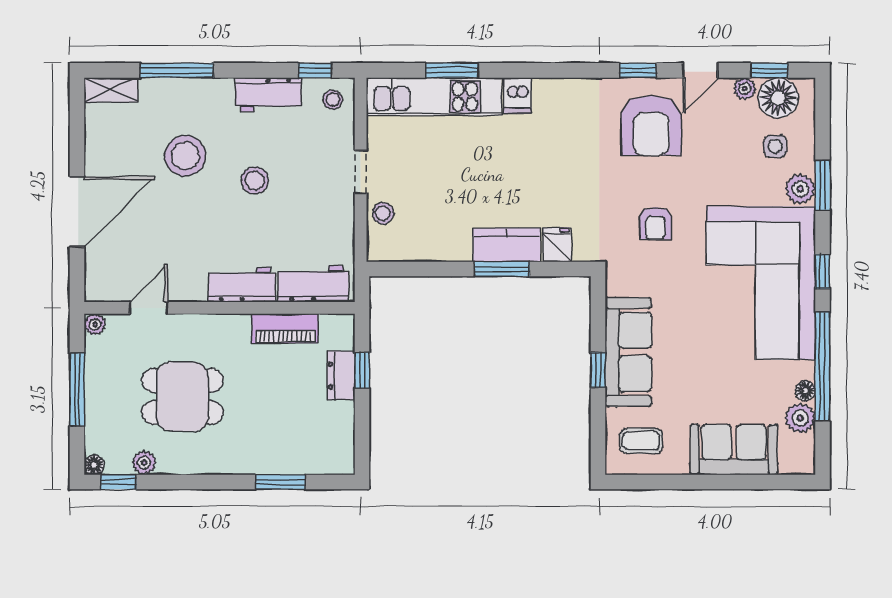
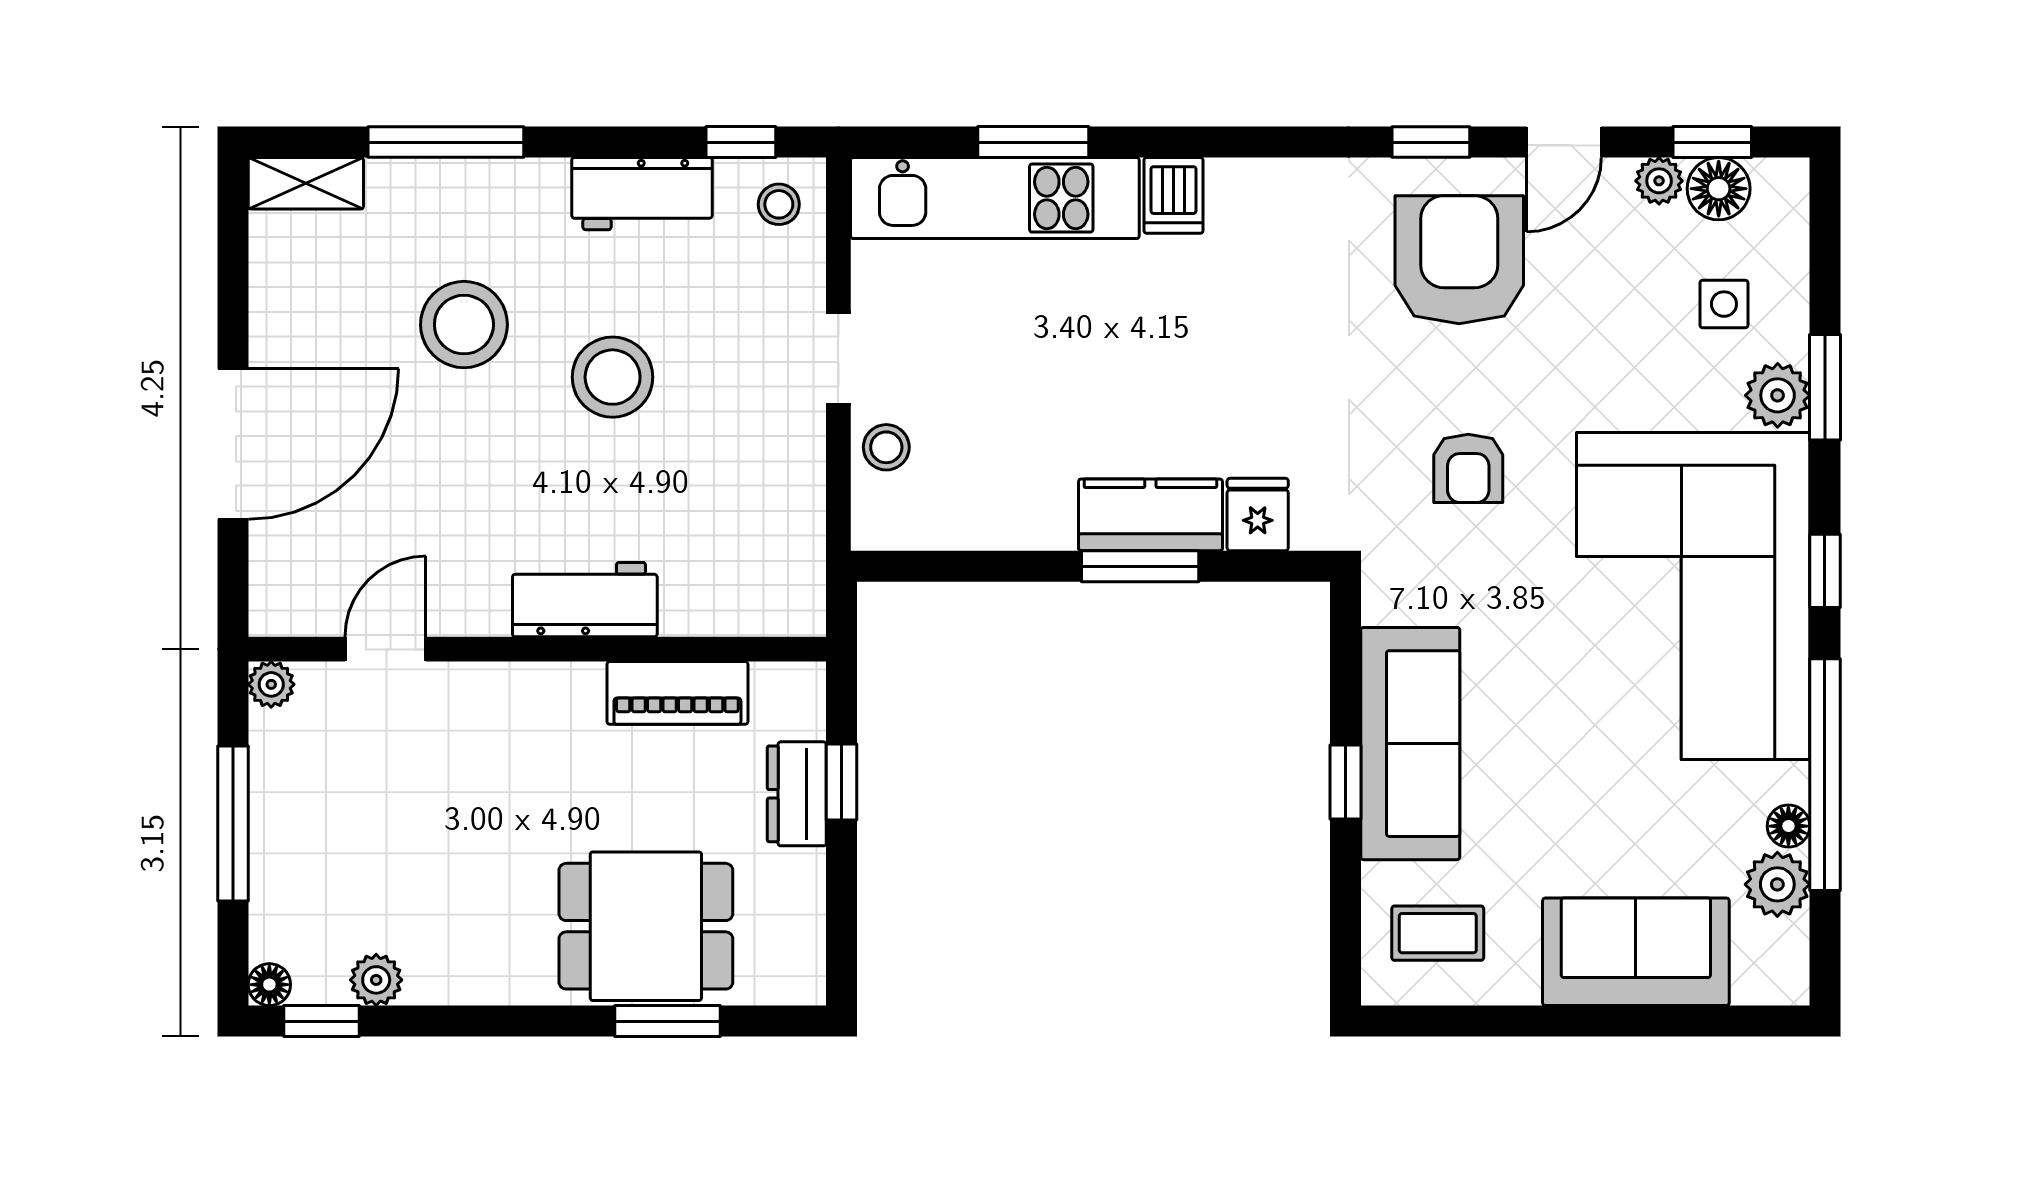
floor lamp: (778, 98) -> (1719, 189), width x0.73, depth x0.73
armchair: (651, 125) -> (1459, 260), turned 180
stool: (255, 180) -> (613, 377), width x1.38, depth x1.38
workbench: (313, 284) -> (737, 598), removed
dining table: (182, 396) -> (646, 926), moved

